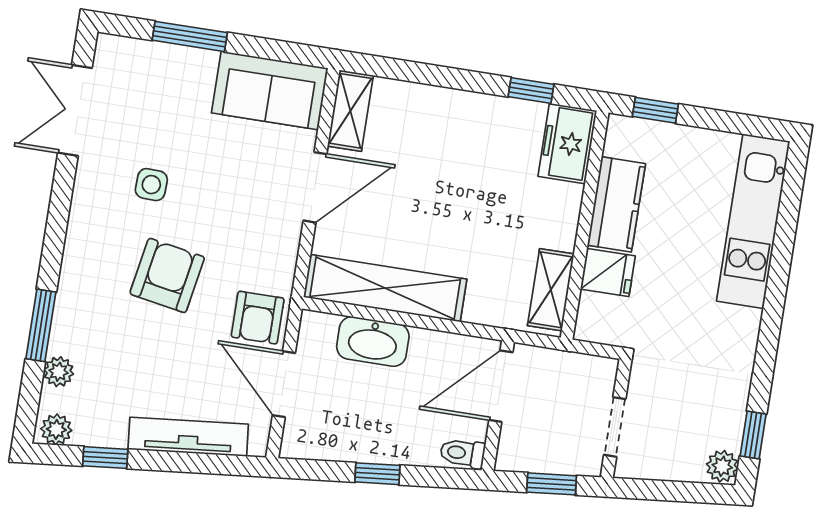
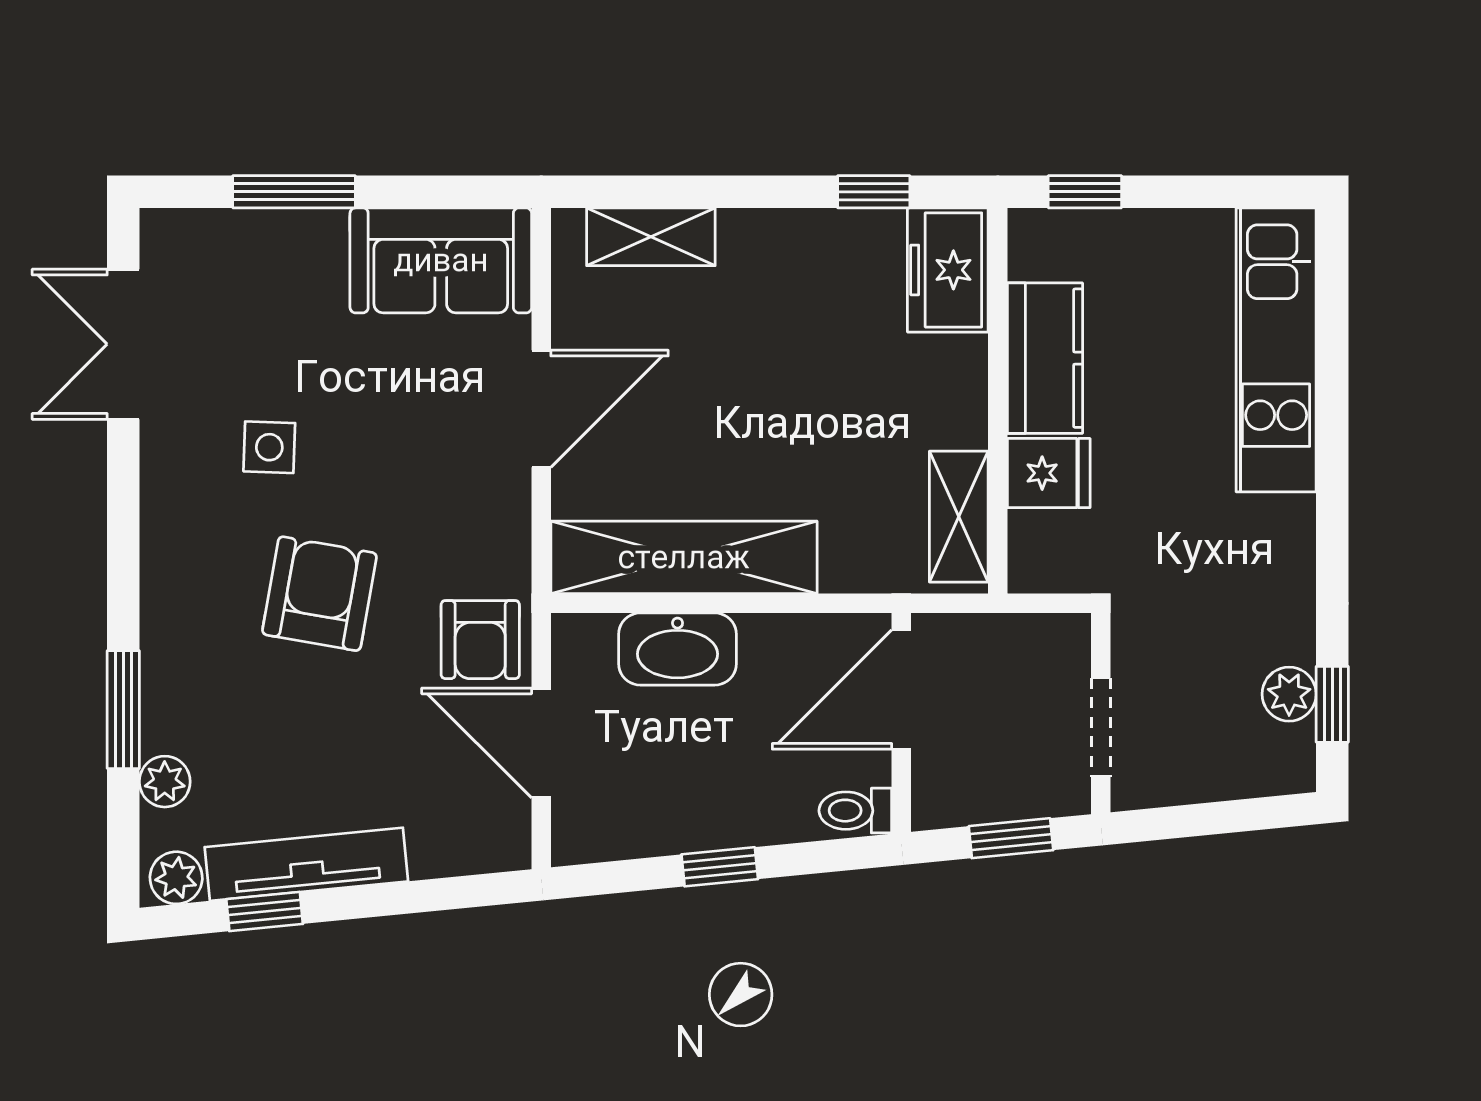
shelving: (350, 111) -> (651, 237), moved, turned 90
tv unit: (188, 437) -> (306, 864), moved
plant: (722, 466) -> (1289, 694), moved

